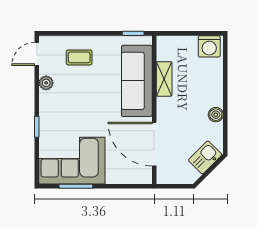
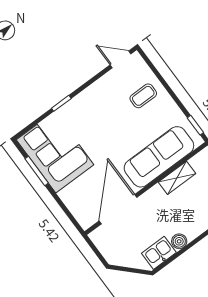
coffee table: (79, 57) -> (143, 96), turned 90
plant: (46, 83) -> (103, 84), removed
kitchen sink: (205, 157) -> (159, 253), moved, turned -45

